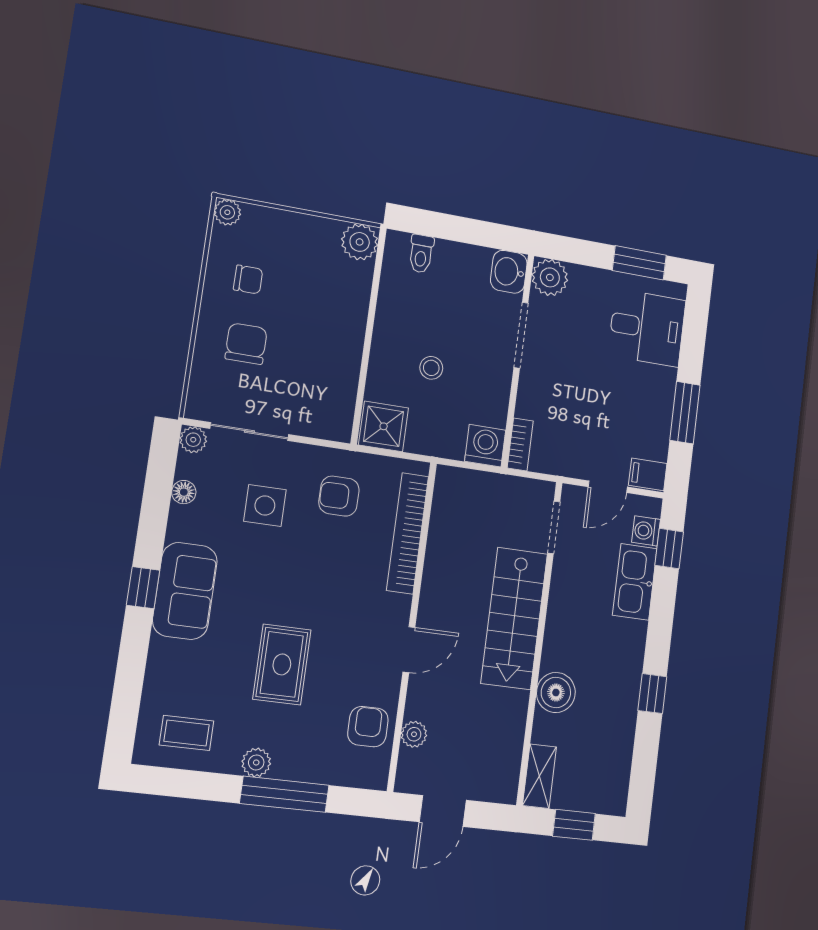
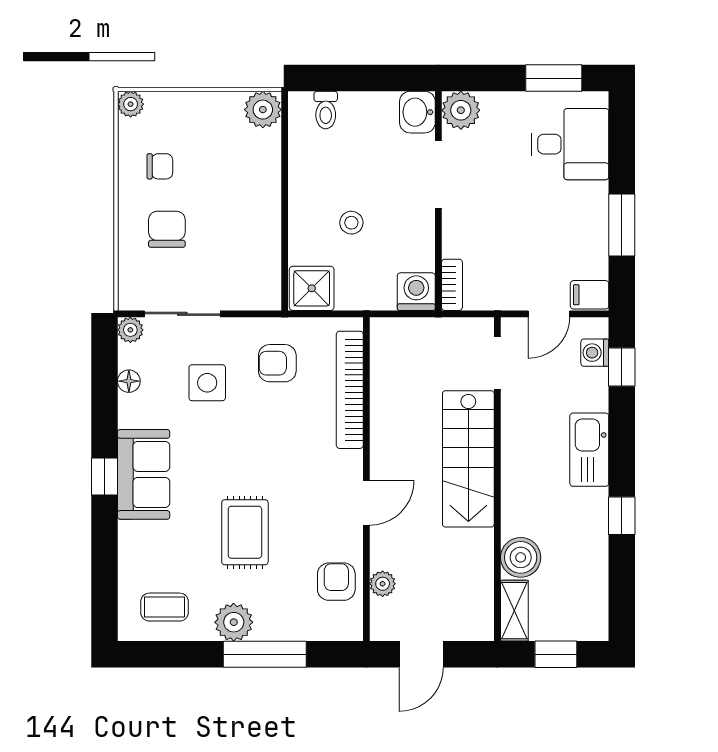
kitchen sink: (635, 582) -> (589, 450), moved
boiler: (556, 692) -> (521, 557), moved
plant: (256, 762) -> (234, 622), width x1.38, depth x1.38

